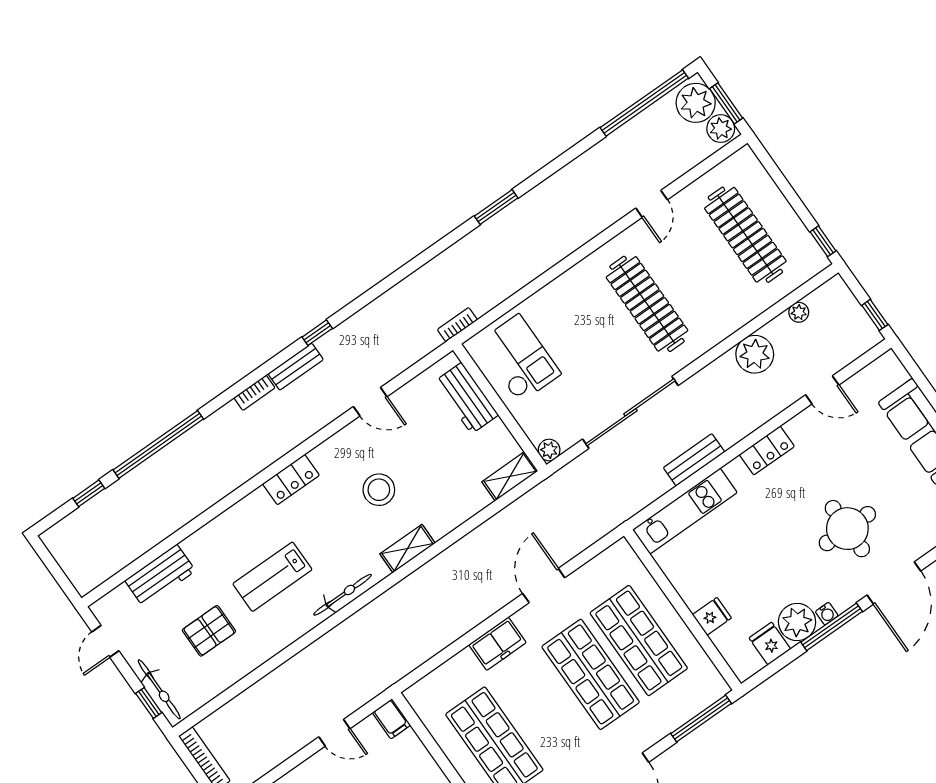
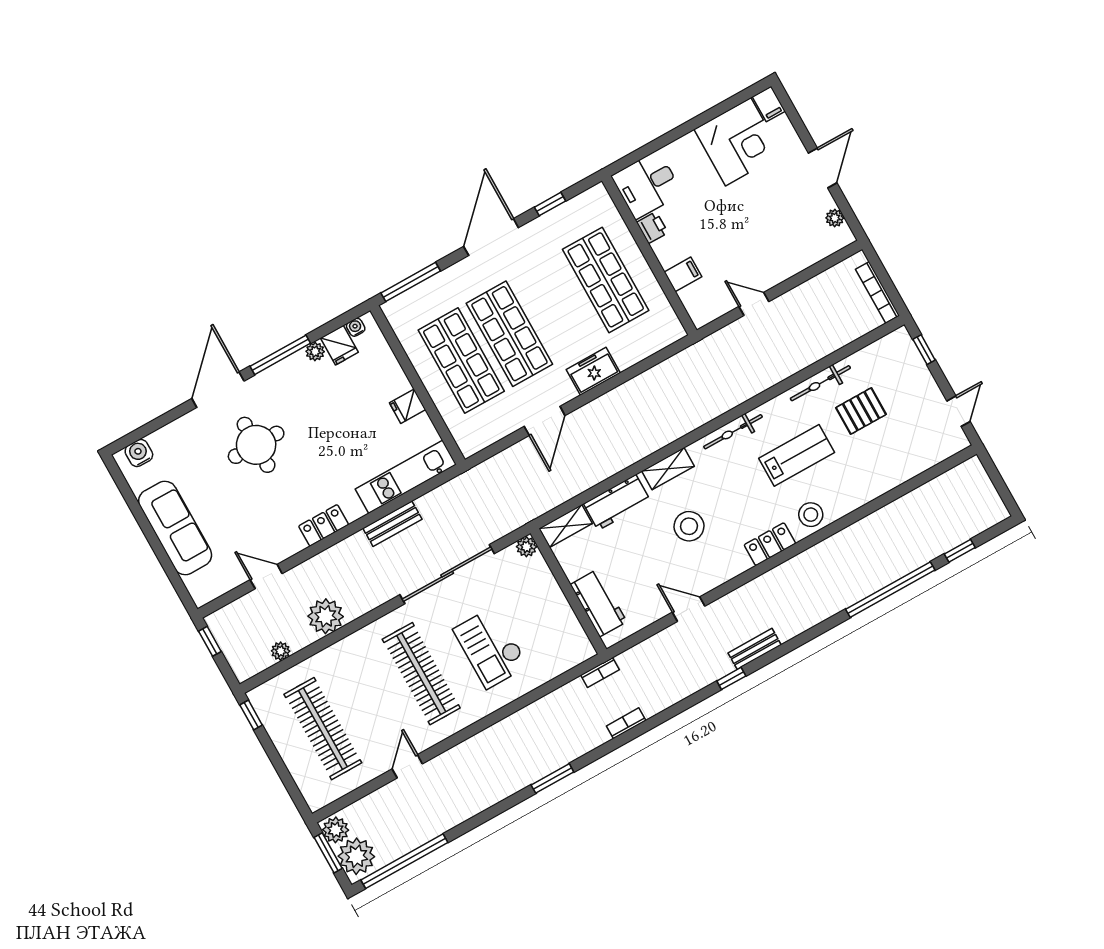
checkout: (519, 358) -> (491, 648), moved
bookcase: (254, 393) -> (626, 723), moved
stool: (251, 515) -> (811, 515), added
workbench: (160, 576) -> (617, 502), moved, turned 180
water cooler: (827, 614) -> (356, 327), moved
fridge: (712, 616) -> (408, 406), moved
plant: (797, 622) -> (315, 352), width x0.53, depth x0.53
bicycle: (159, 689) -> (820, 383), moved, turned -90
filing cabinet: (391, 719) -> (683, 274), moved, turned 90

